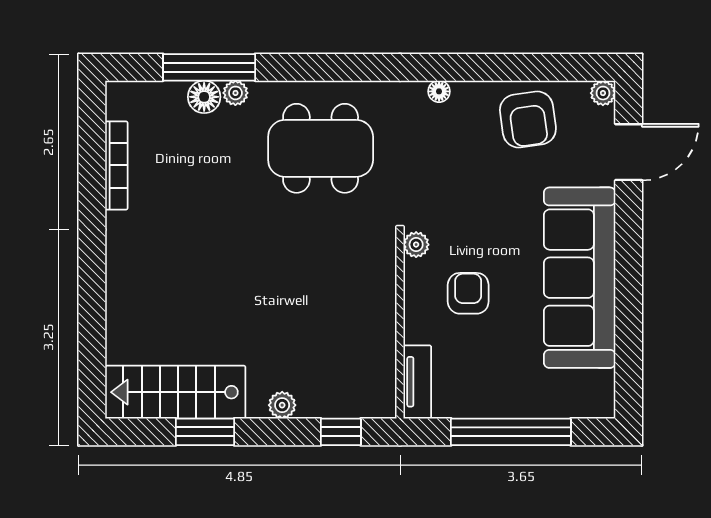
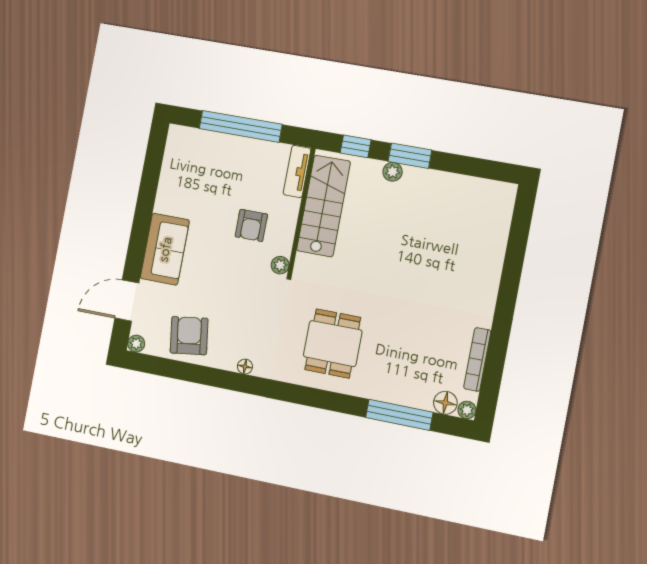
plant: (235, 93) -> (467, 410), moved
floor lamp: (204, 97) -> (445, 403), moved
dining table: (321, 148) -> (333, 344), width x0.73
sofa: (580, 278) -> (165, 249), width x0.54, depth x0.79
stairs: (175, 392) -> (324, 206), moved, turned -90
window: (205, 432) -> (410, 156), moved

